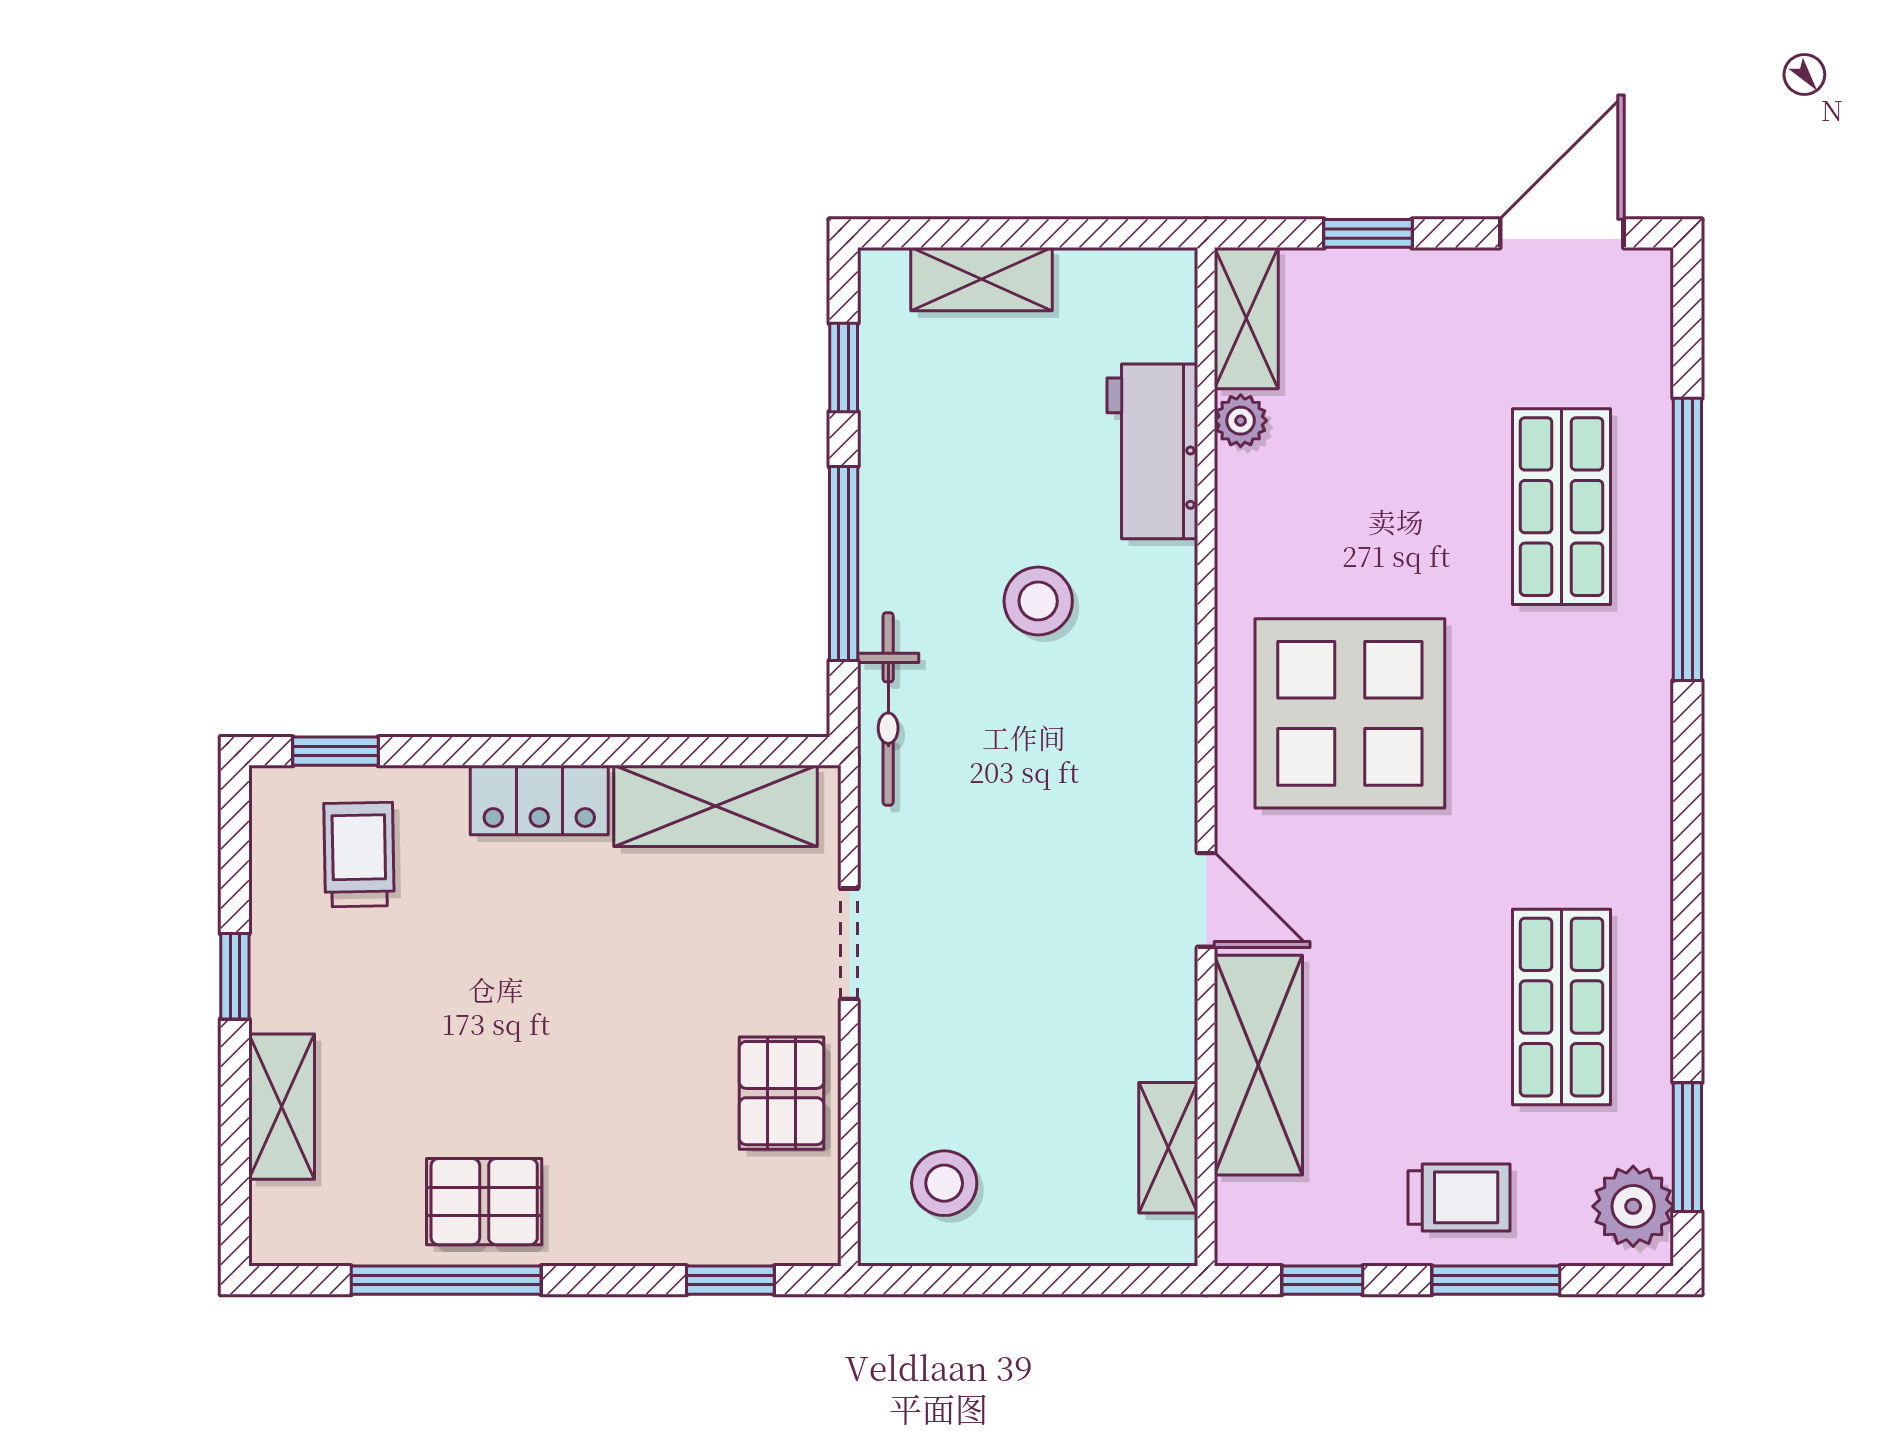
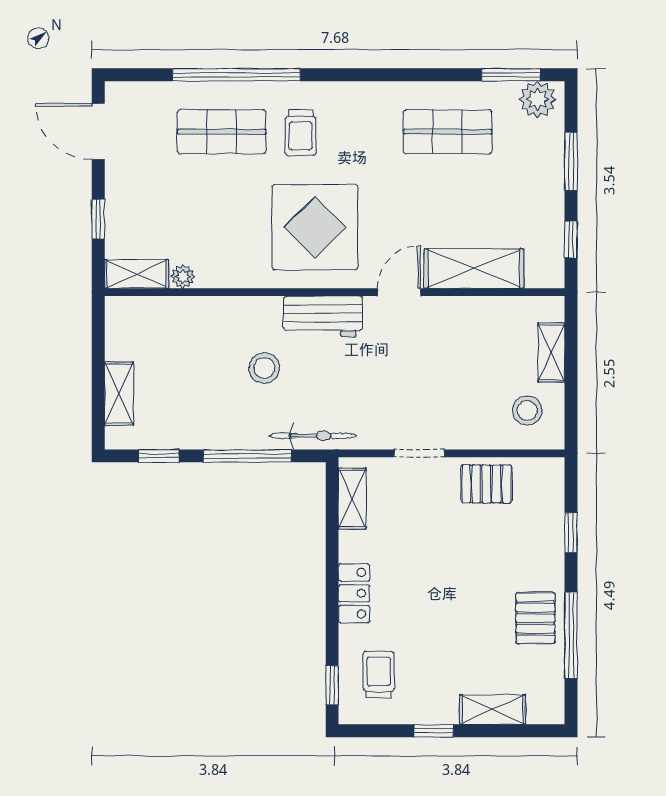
workbench: (1152, 451) -> (323, 316), moved
shelving: (715, 806) -> (352, 498), width x0.67, depth x0.75
trolley: (359, 855) -> (379, 675), turned 91
shelving: (1168, 1148) -> (551, 353), moved, turned 90
trolley: (1459, 1197) -> (301, 133), moved, turned 180
window: (730, 1280) -> (571, 533), moved

